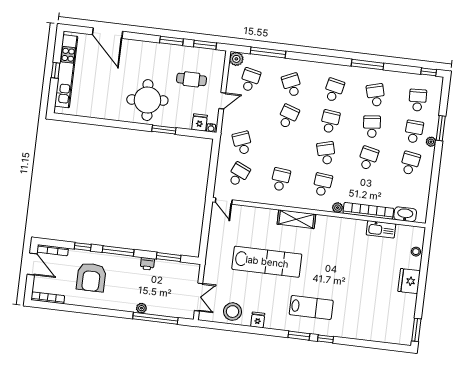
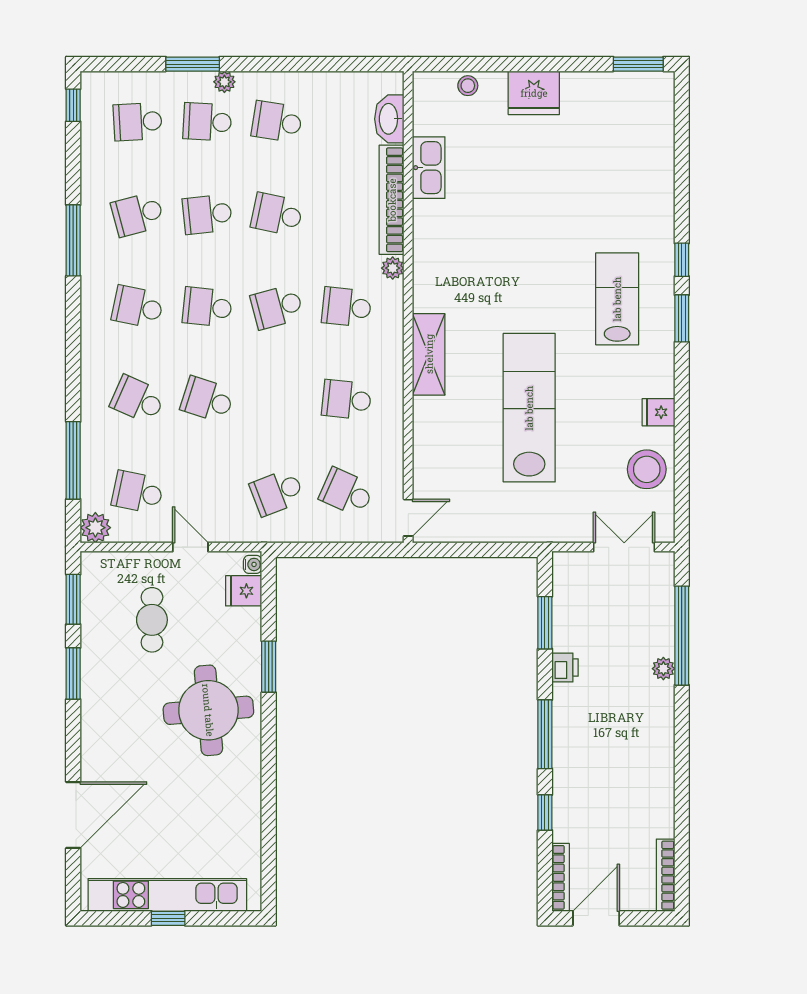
school desk: (292, 85) -> (138, 400), turned 48
armchair: (91, 277) -> (609, 786), removed

